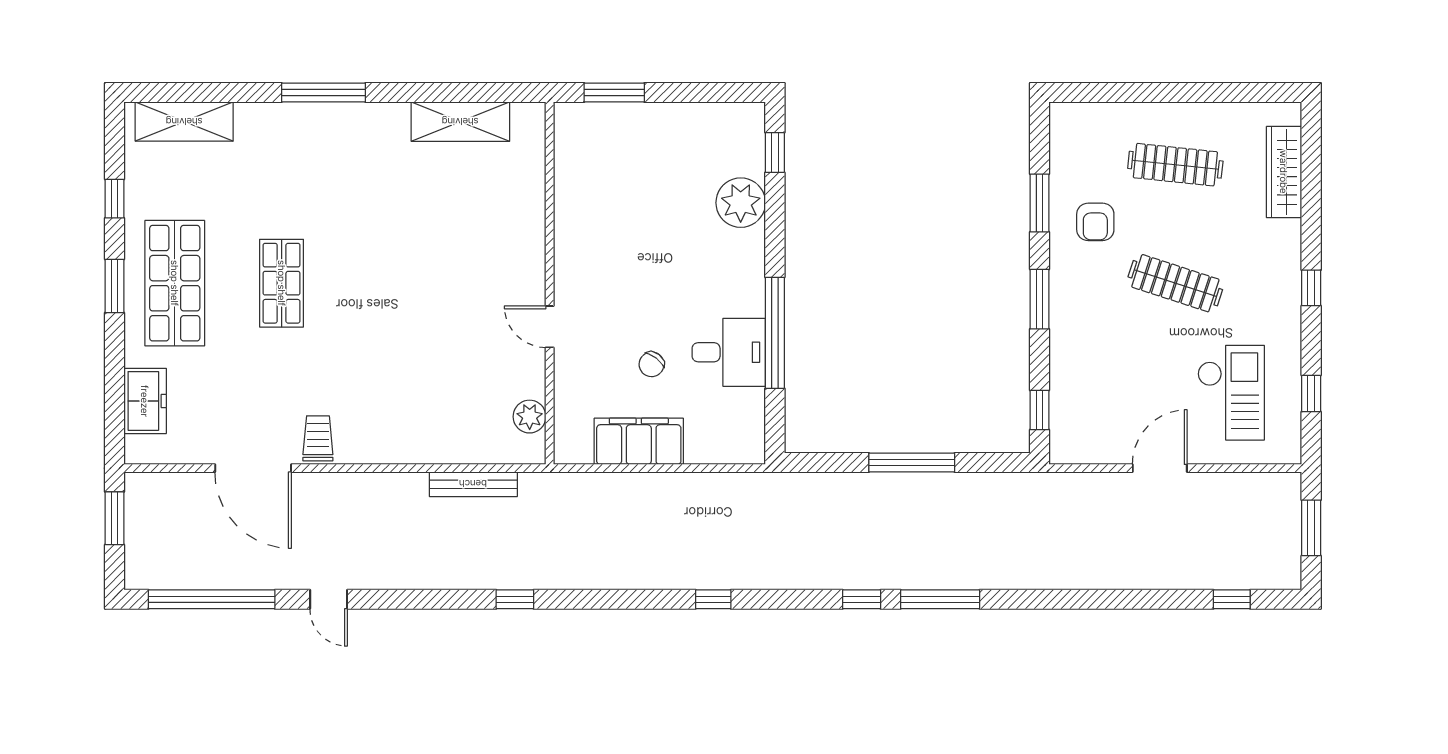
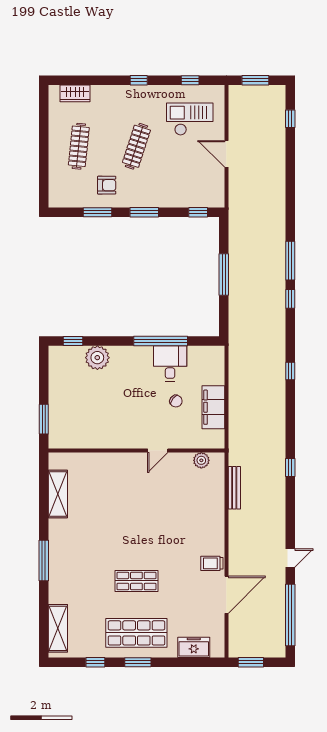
wardrobe: (1284, 172) -> (75, 93), width x0.67

